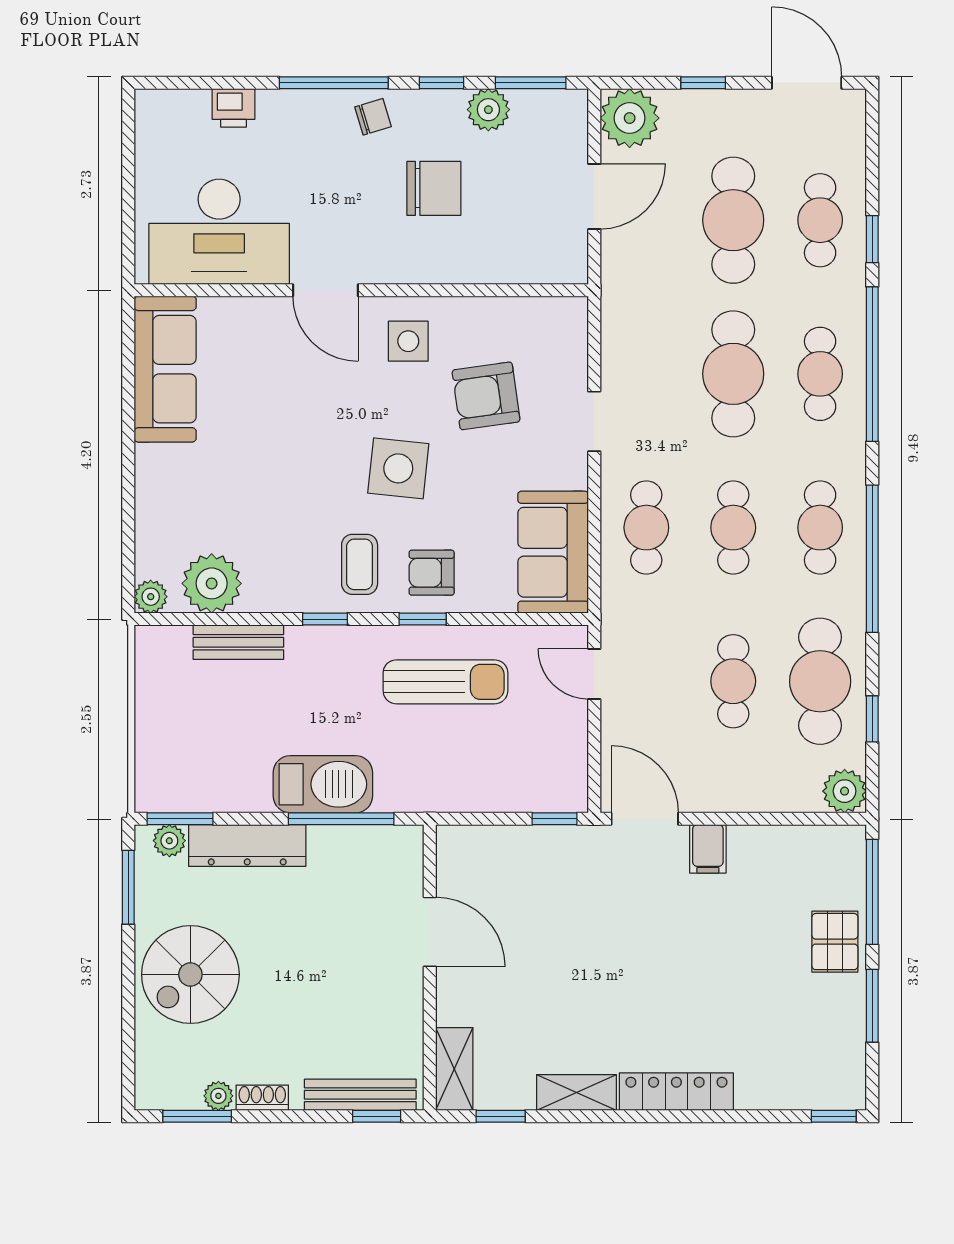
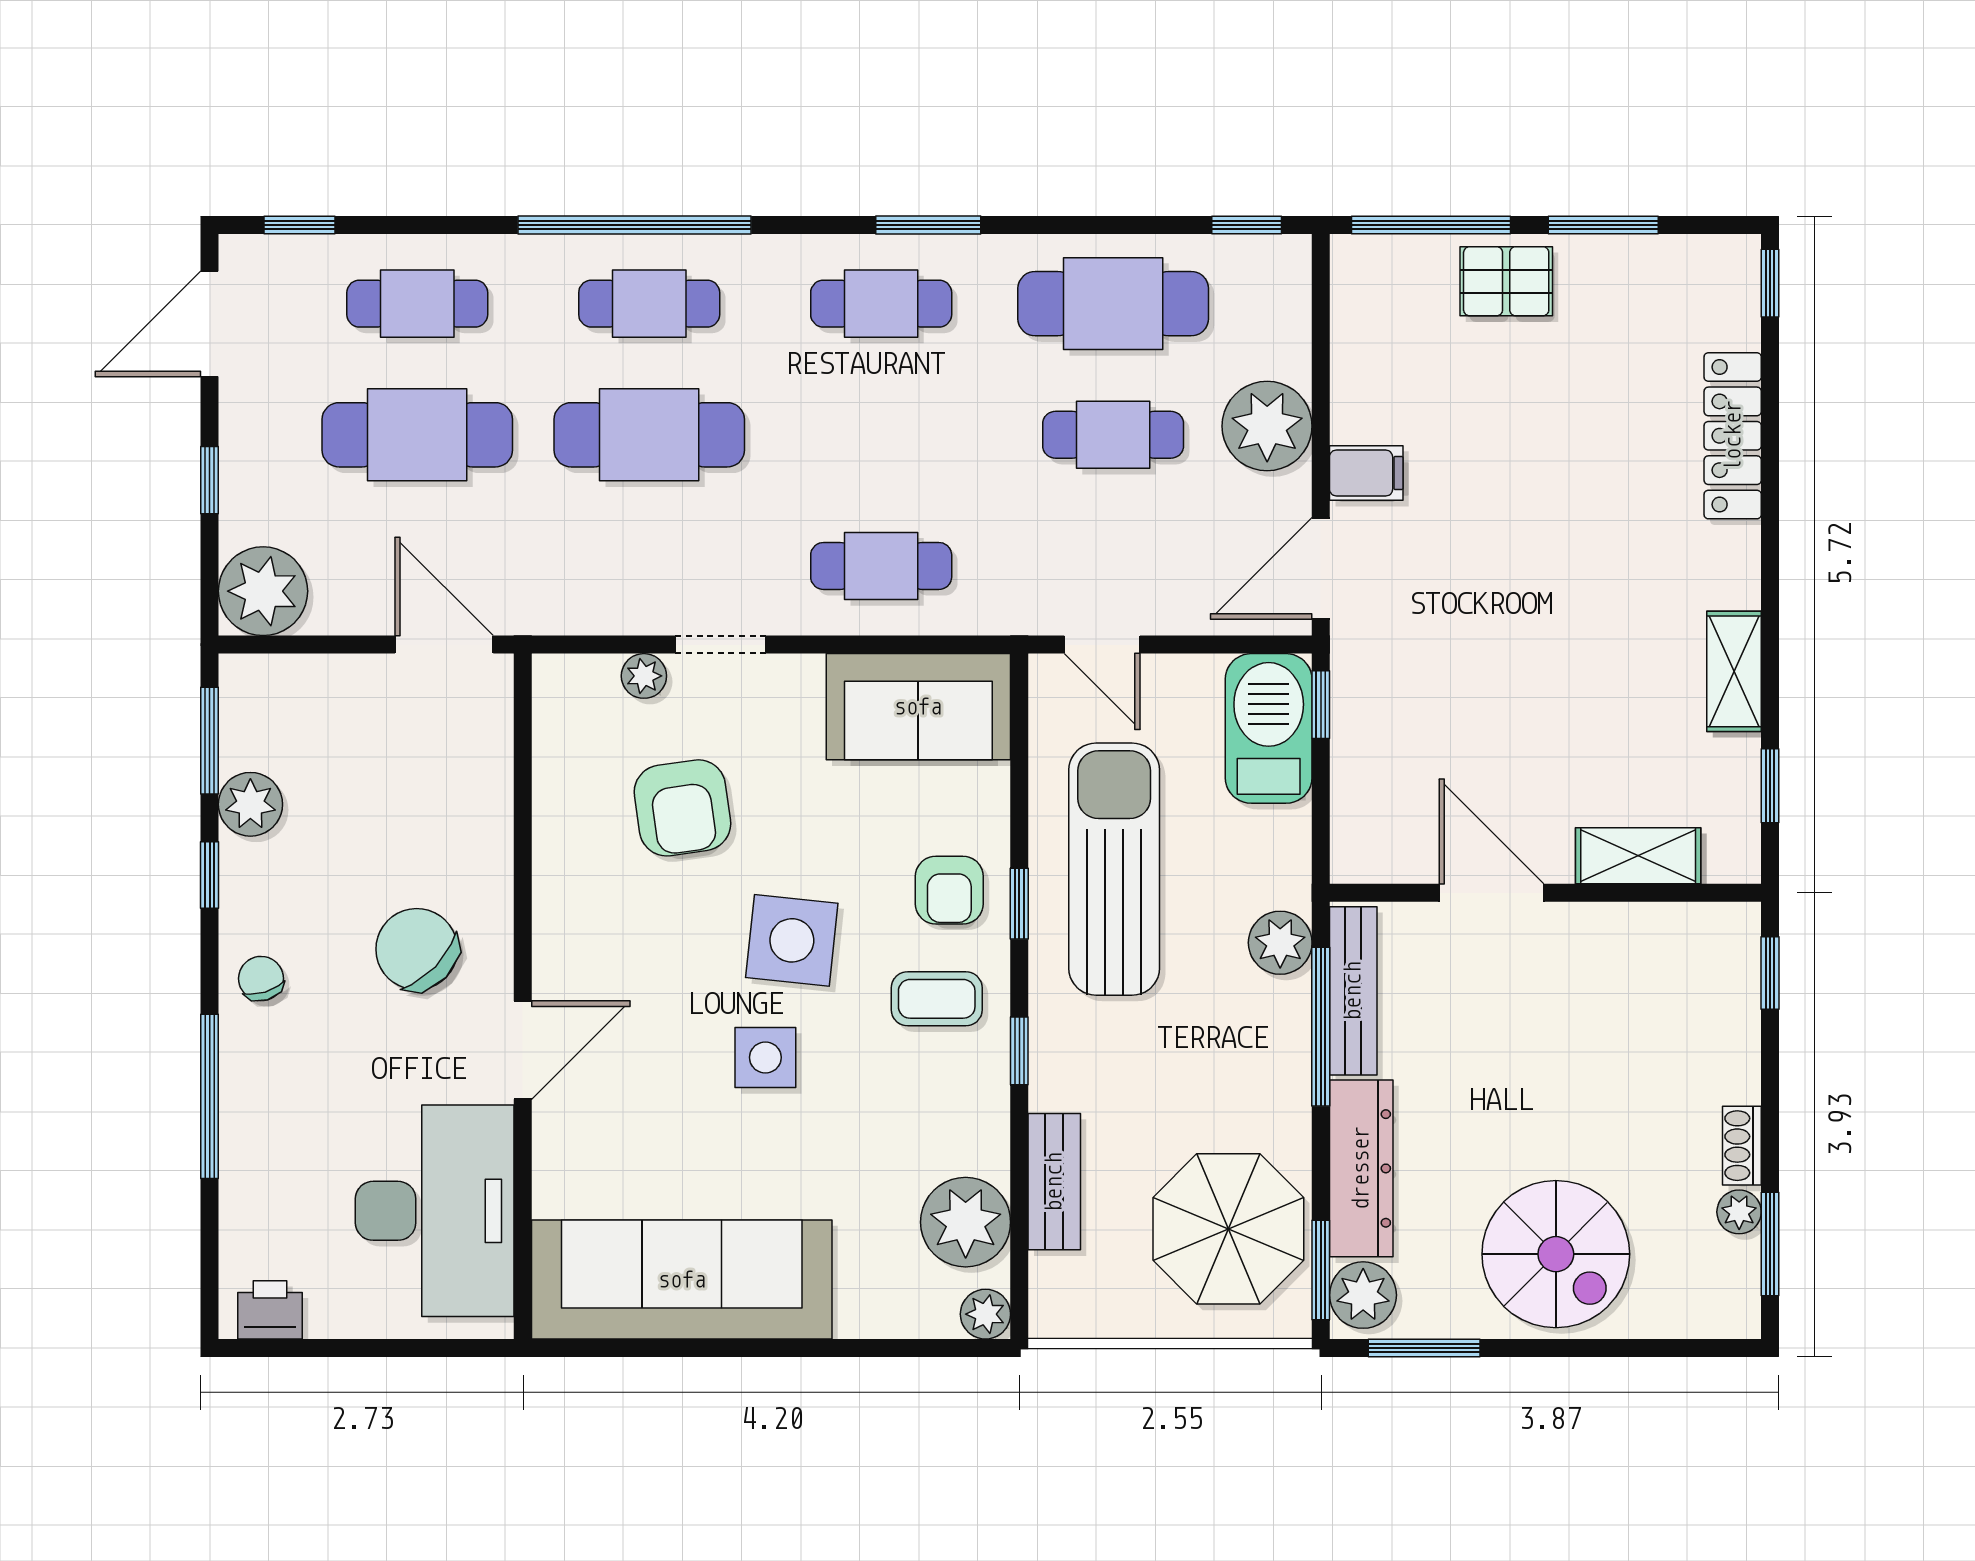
window: (334, 83) -> (210, 1096), moved
printer: (234, 108) -> (270, 1310), moved, turned -90
chair: (434, 188) -> (417, 949), moved, turned -46
door: (594, 197) -> (444, 645), moved
window: (872, 239) -> (299, 225), moved
side table: (408, 341) -> (765, 1057), moved
sofa: (165, 369) -> (682, 1280), width x1.36, depth x1.27
plant: (573, 370) -> (644, 676), added
cafe table: (733, 528) -> (881, 435), removed
window: (872, 559) -> (928, 225), width x0.47
door: (594, 674) -> (1102, 645), hinge flipped
sun lounger: (445, 682) -> (1114, 869), width x1.36, depth x1.34
window: (872, 719) -> (1247, 225), moved
parasol: (207, 758) -> (1228, 1229), added
barbecue: (323, 784) -> (1269, 728), moved
plant: (845, 791) -> (1267, 426), moved, width x1.36, depth x1.36
plant: (397, 792) -> (1280, 943), added
plant: (169, 841) -> (1363, 1295), width x1.38, depth x1.38
door: (430, 932) -> (1492, 893), hinge flipped
shelving: (454, 1069) -> (1638, 856), moved
locker: (676, 1092) -> (1733, 436), moved
bench: (360, 1095) -> (1353, 991), moved

